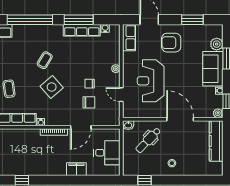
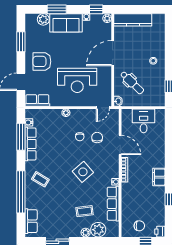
window: (79, 20) -> (21, 137), moved
armchair: (171, 43) -> (42, 61), turned 90
coffee table: (45, 60) -> (40, 179), moved
door: (121, 95) -> (103, 108), moved
filing cabinet: (76, 169) -> (159, 177), moved

